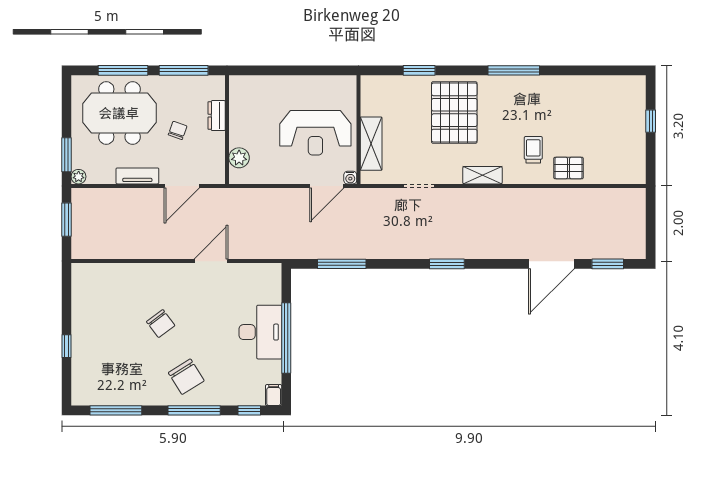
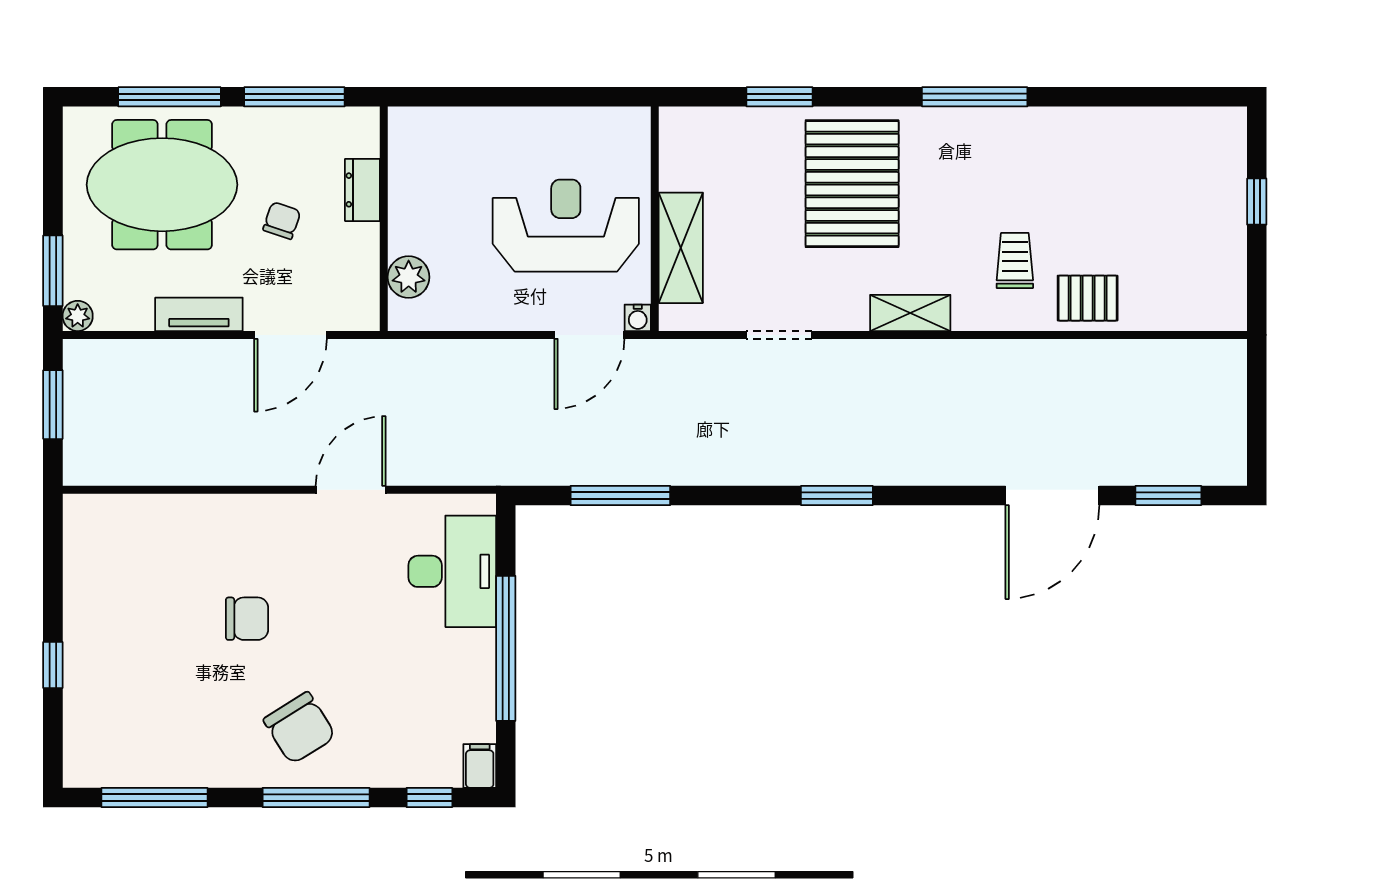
reception desk: (315, 133) -> (566, 226), turned 180
chair: (161, 324) -> (247, 619), turned -53
desk: (260, 332) -> (452, 571), moved

